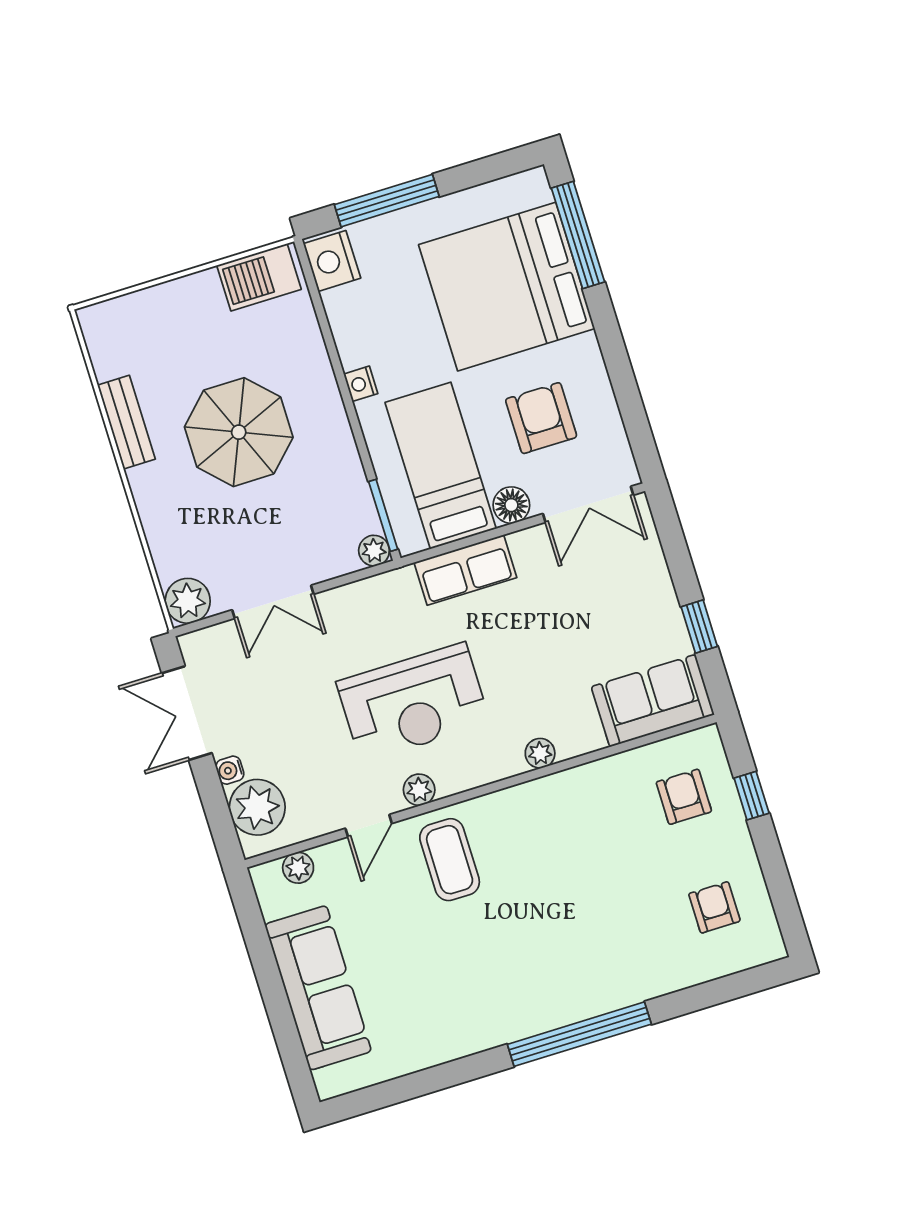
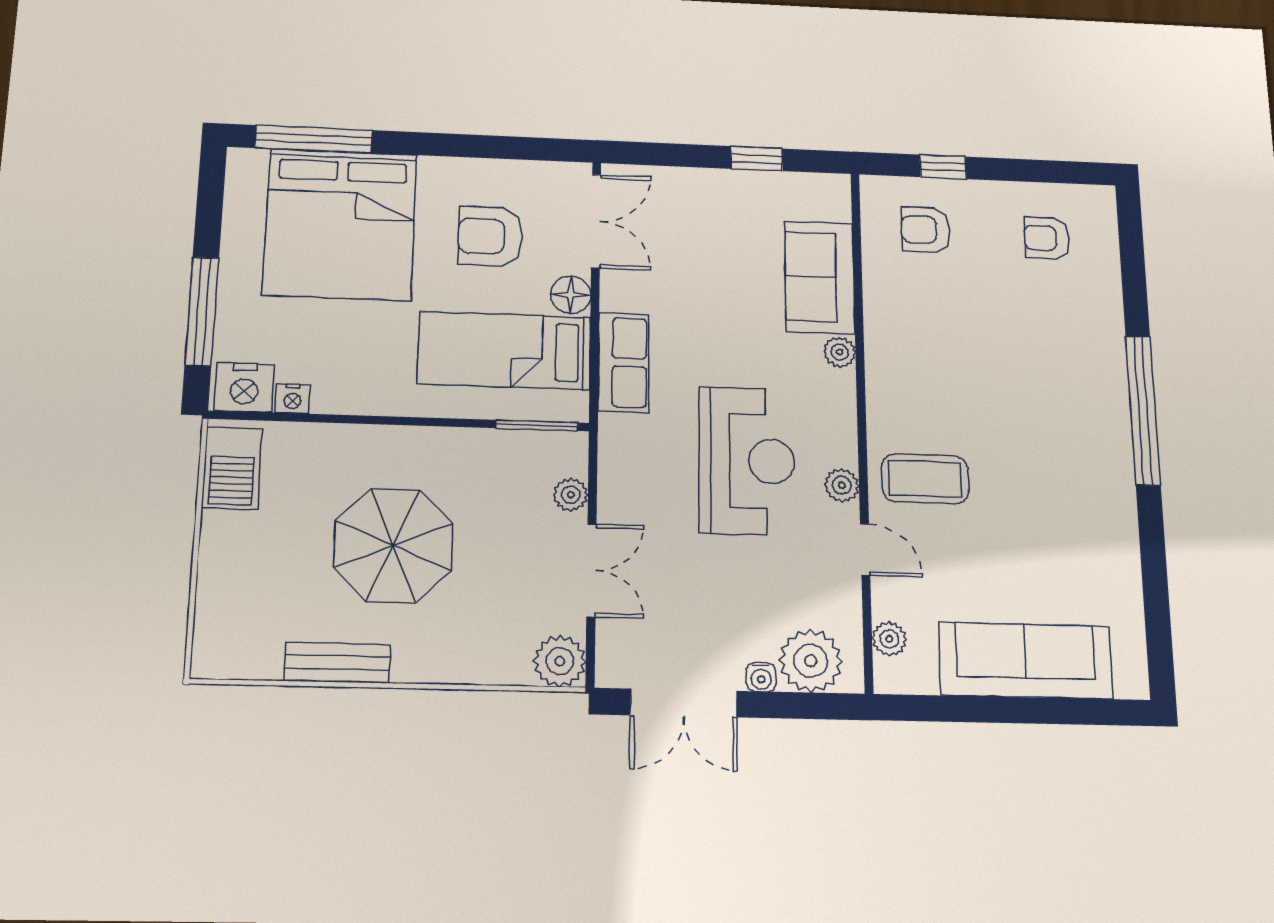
nightstand: (361, 384) -> (292, 399), moved
plant: (374, 551) -> (571, 495), moved
sofa: (653, 701) -> (820, 277), moved

